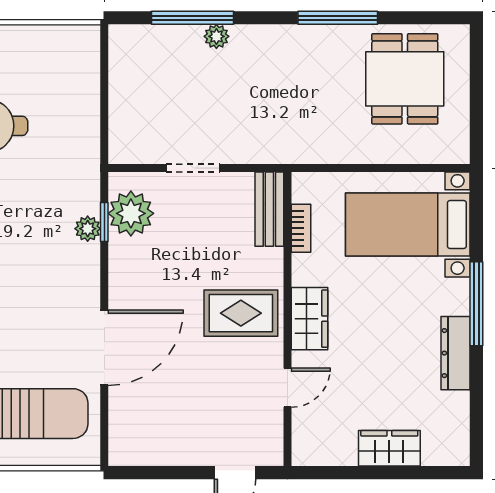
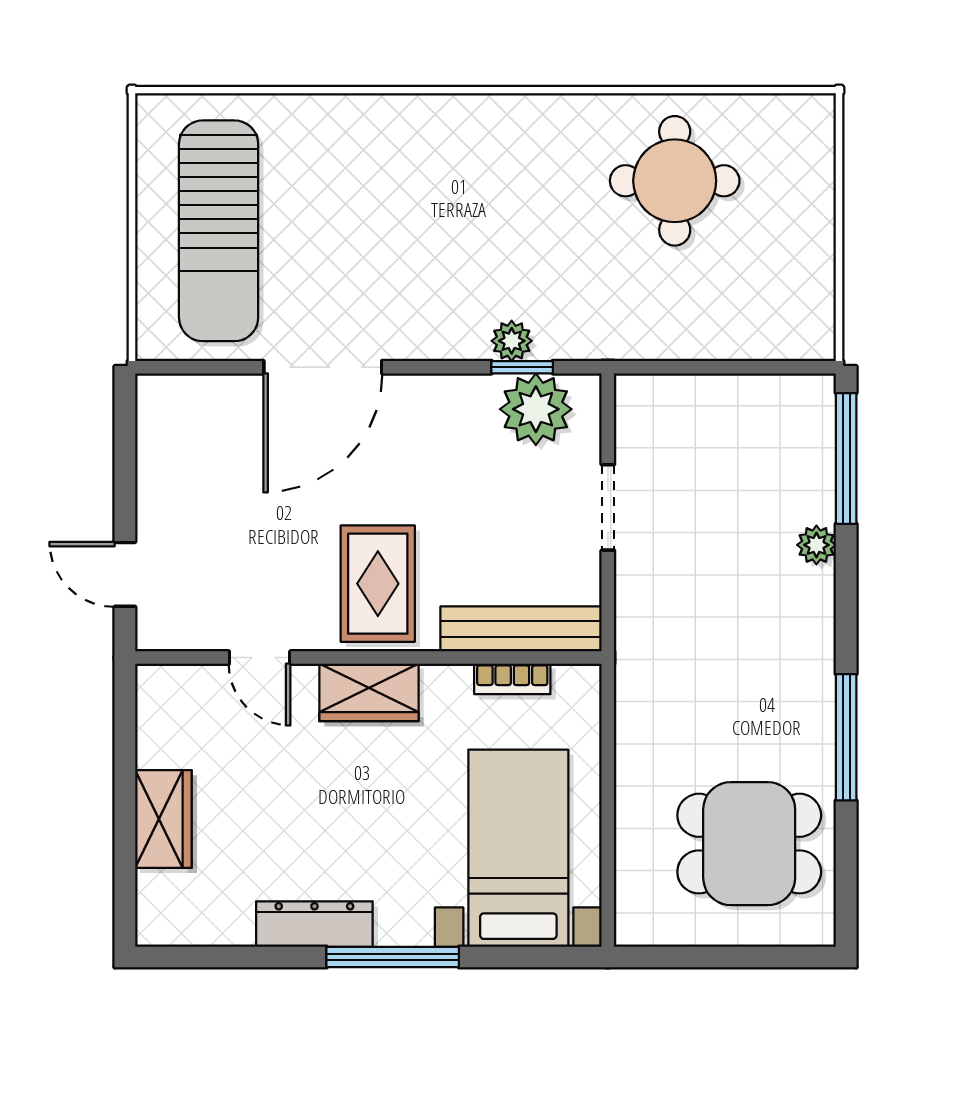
window: (193, 18) -> (846, 458), moved
bench: (269, 209) -> (521, 629), width x1.36
door: (104, 348) -> (323, 367), hinge flipped

